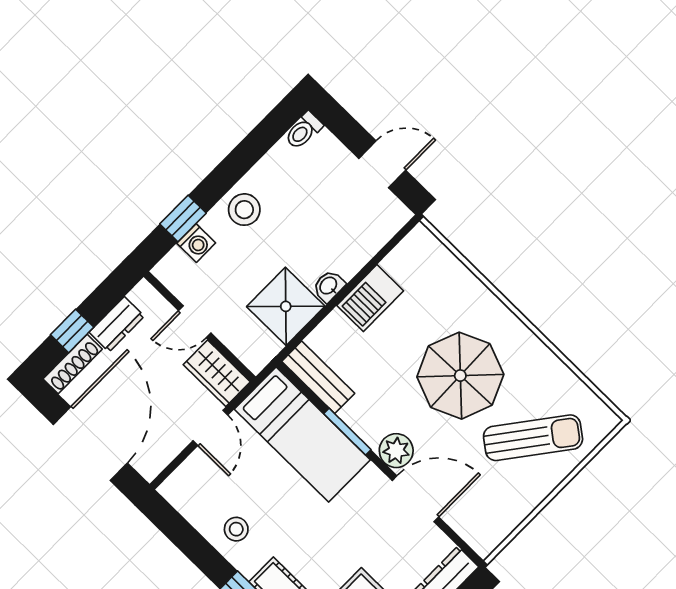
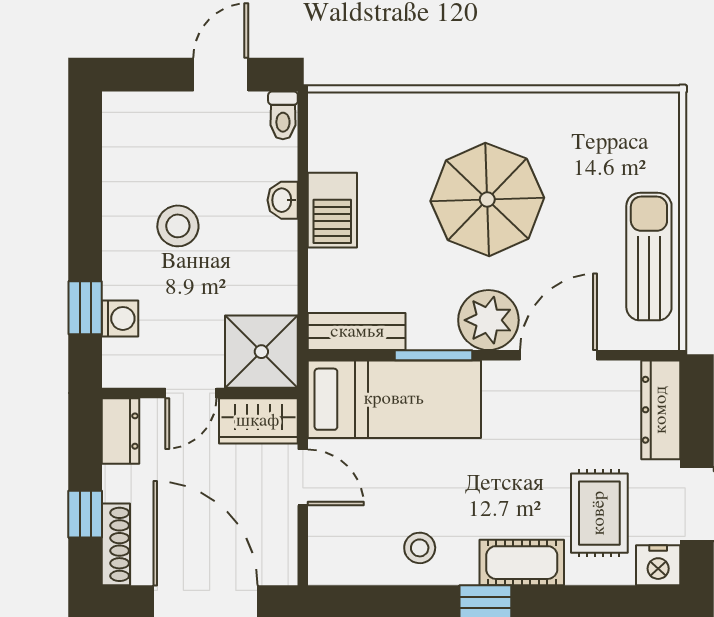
toilet: (304, 131) -> (283, 115), moved
stool: (244, 210) -> (178, 226), moved
washbasin: (329, 286) -> (283, 200), moved
shower: (286, 306) -> (261, 352), moved
dresser: (117, 324) -> (120, 431), moved
sun lounger: (533, 438) -> (649, 257), moved, turned -37
plant: (396, 451) -> (488, 320), width x1.36, depth x1.36

